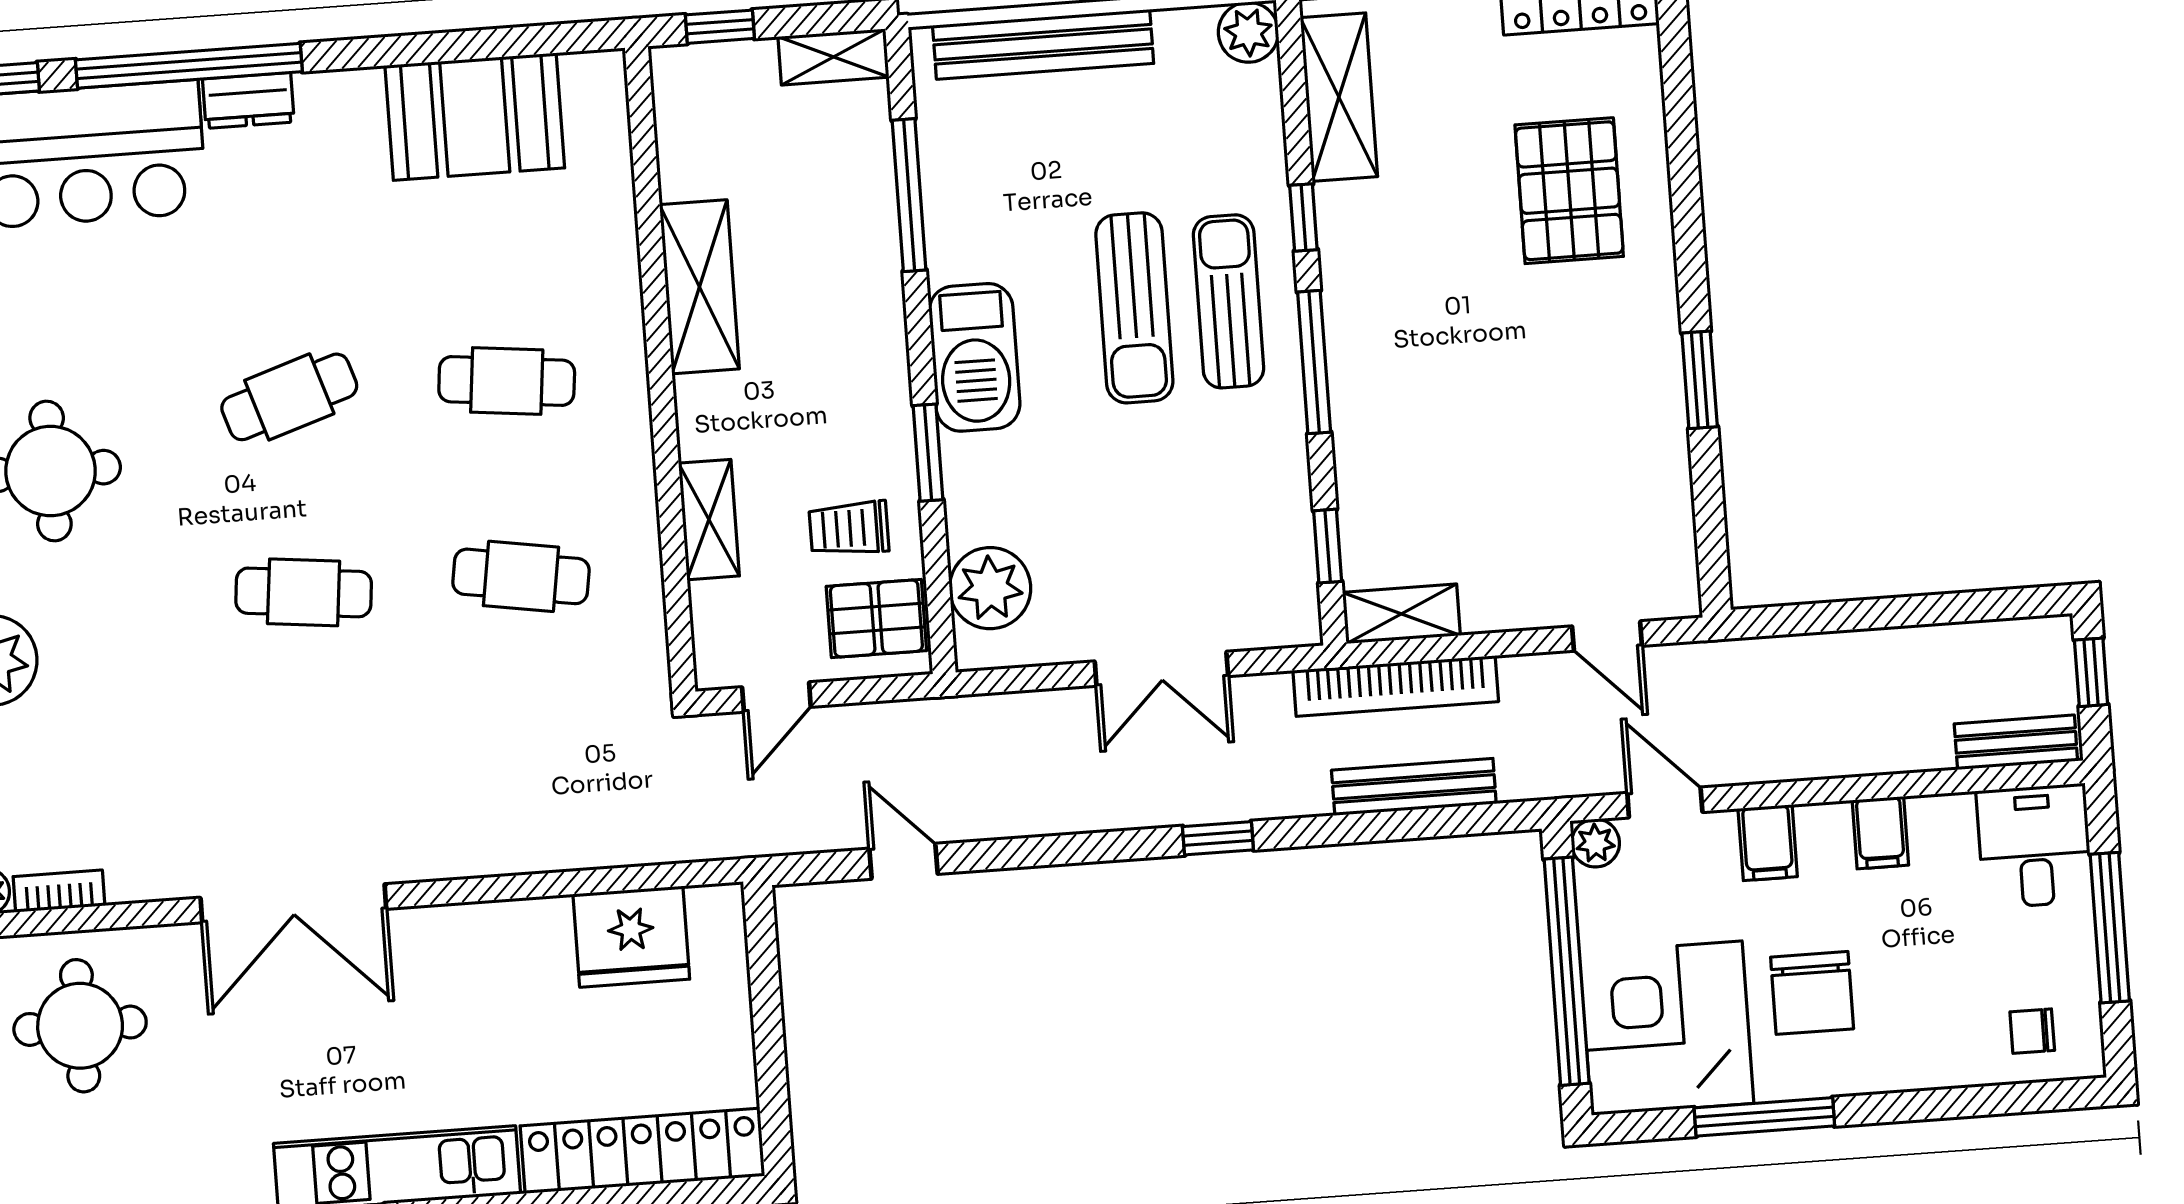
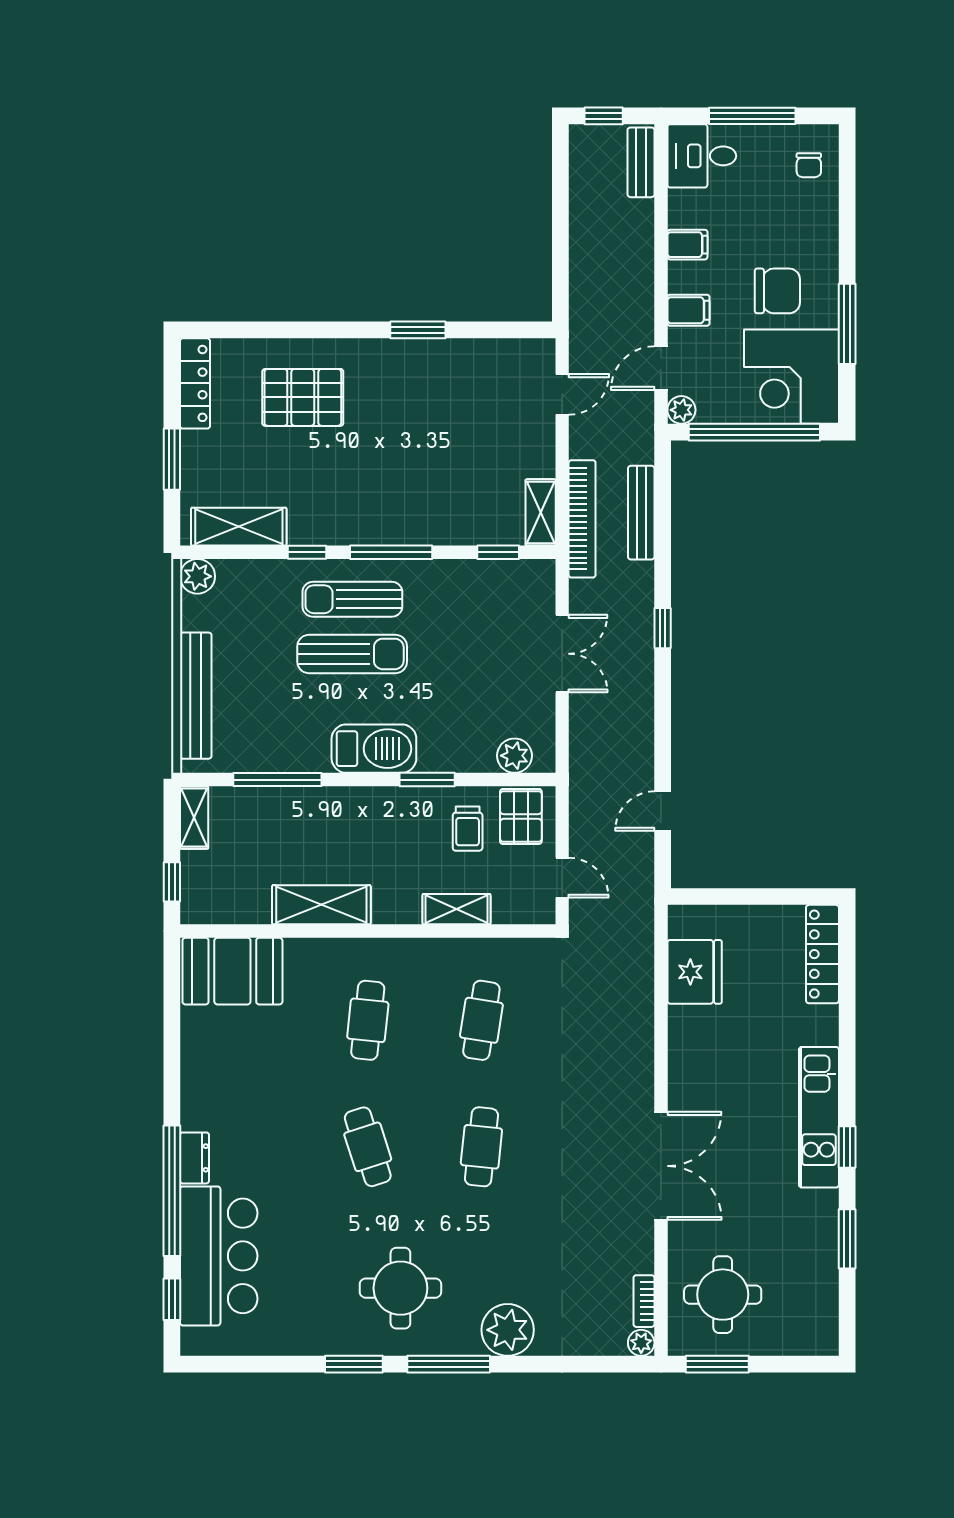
booth: (475, 117) -> (232, 971), moved, turned 90
plant: (990, 588) -> (514, 756), width x0.73, depth x0.73
locker: (642, 1151) -> (822, 954), width x0.71, depth x0.83

